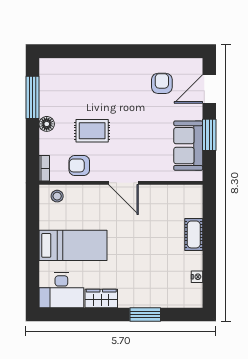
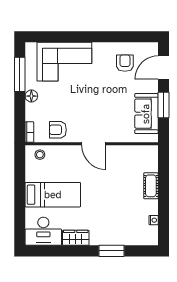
corner sofa: (87, 82) -> (64, 62), added
rug: (92, 131) -> (68, 102), removed

